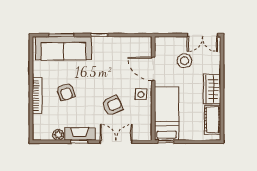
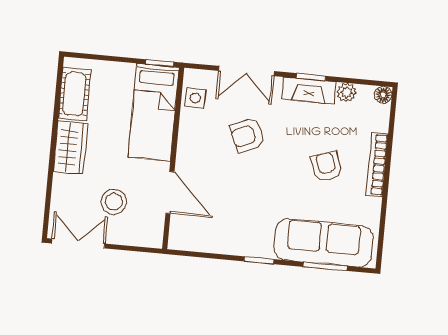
side table: (141, 94) -> (195, 98), moved
floor lamp: (37, 135) -> (383, 95), added

